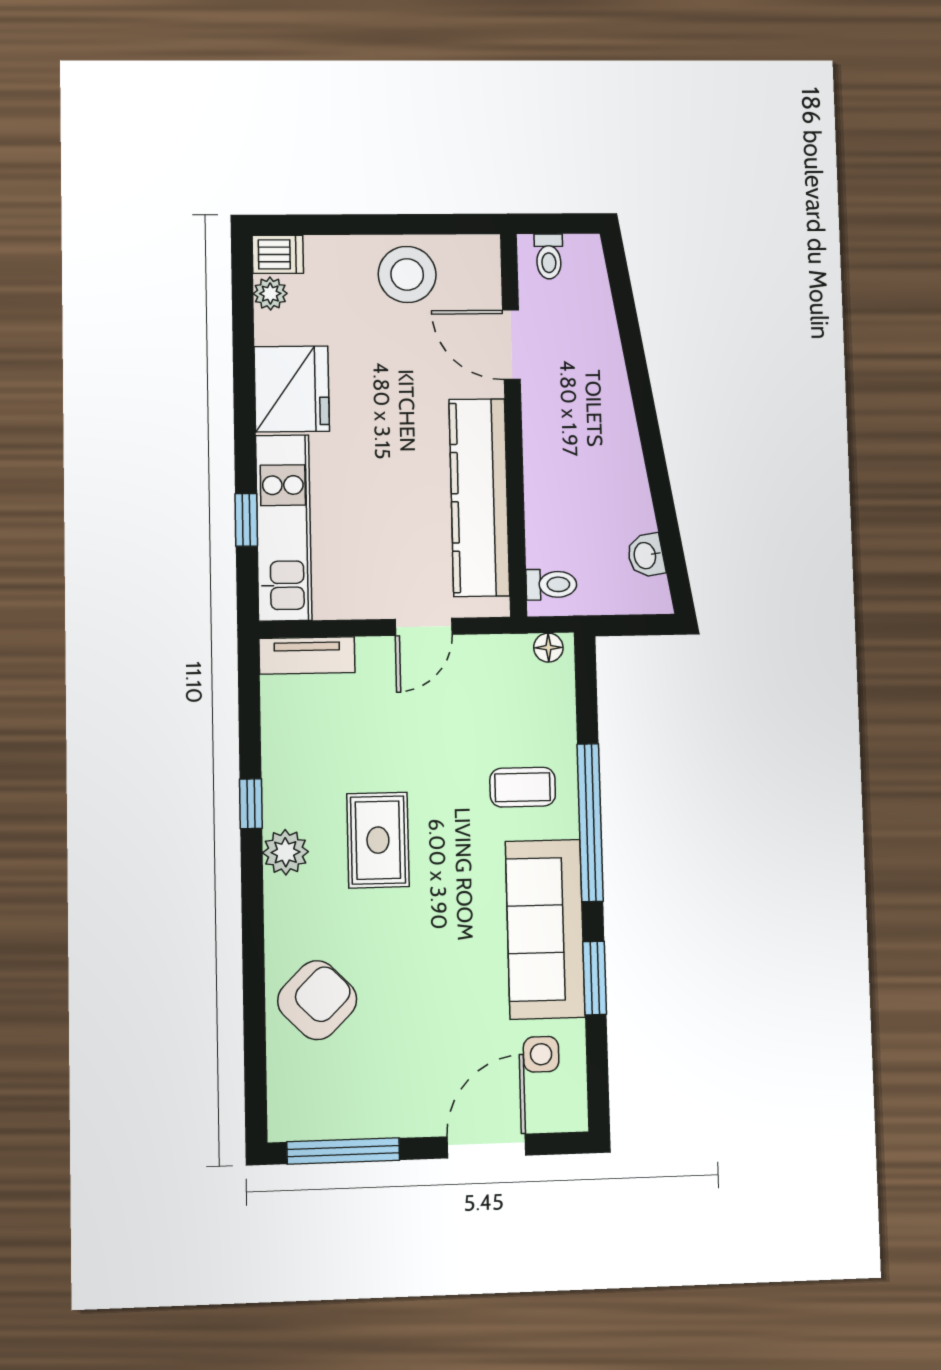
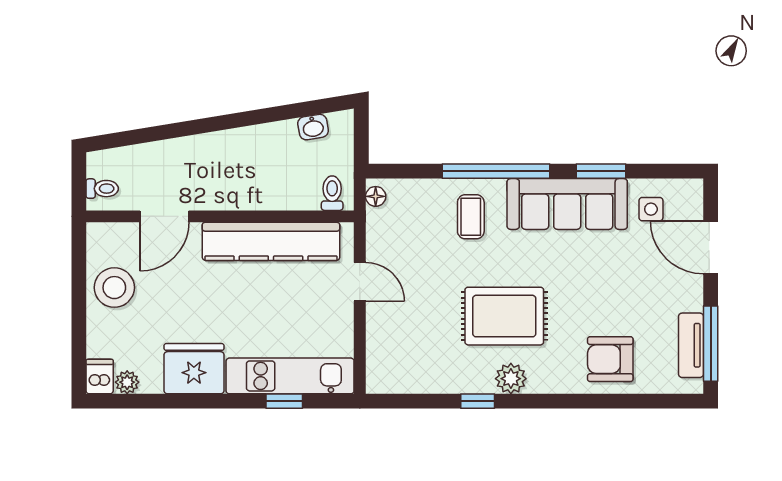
tv unit: (307, 655) -> (691, 345), moved, turned 180
rug: (378, 840) -> (504, 316), width x1.36, depth x1.43
armchair: (317, 1000) -> (610, 359), turned -45

